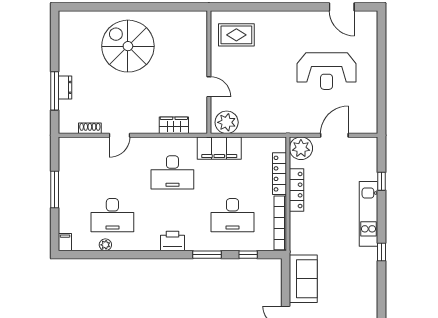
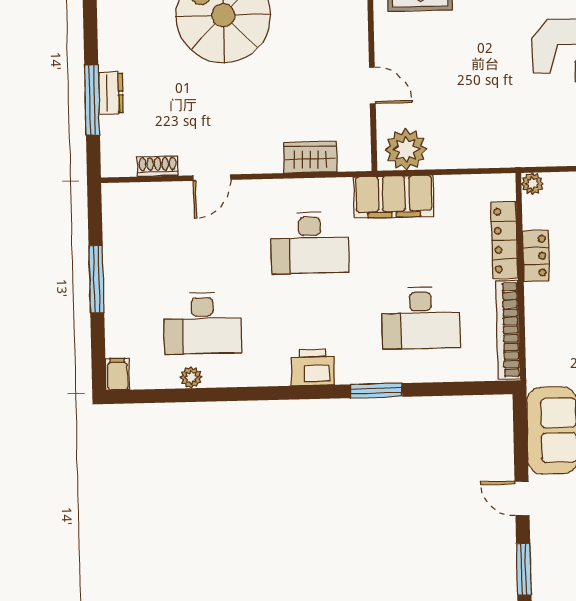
plant: (301, 148) -> (532, 184), width x0.53, depth x0.53
locker: (297, 190) -> (536, 256), width x0.66
window: (248, 255) -> (451, 389), removed

